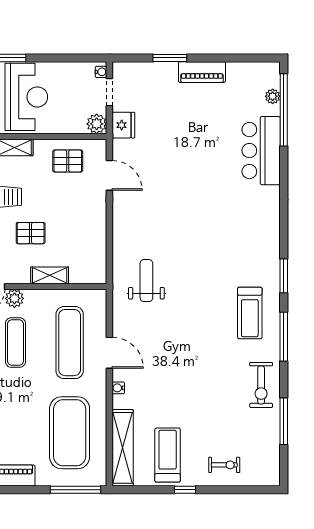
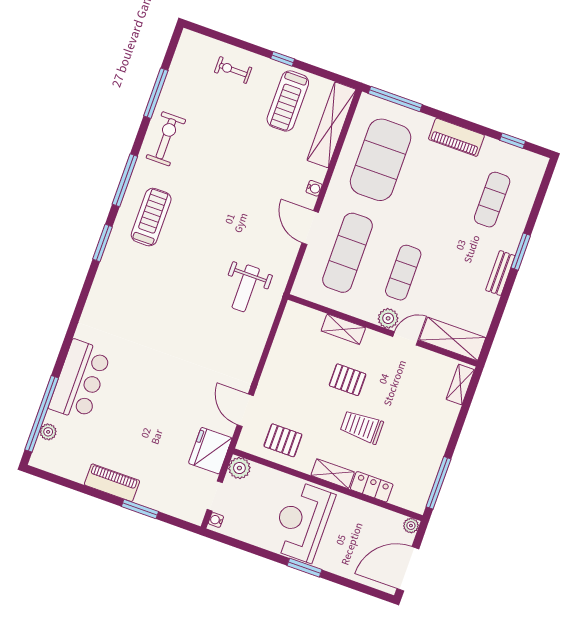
fridge: (123, 125) -> (210, 451), width x1.36, depth x1.34

